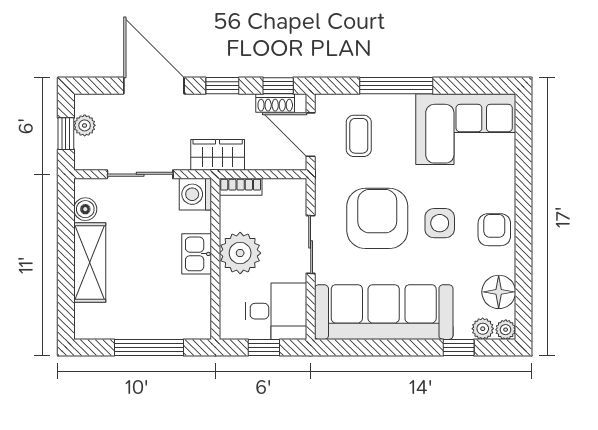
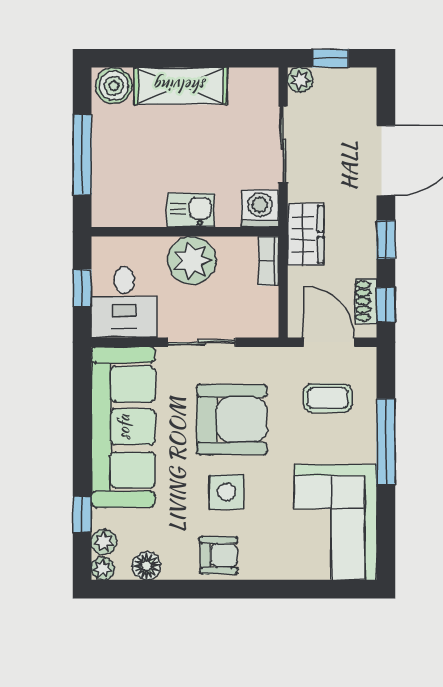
plant: (85, 125) -> (300, 80), moved
door: (311, 135) -> (329, 342), hinge flipped
boiler: (85, 209) -> (114, 86), moved, width x1.36, depth x1.36
floor lamp: (499, 292) -> (147, 566), width x0.73, depth x0.73

